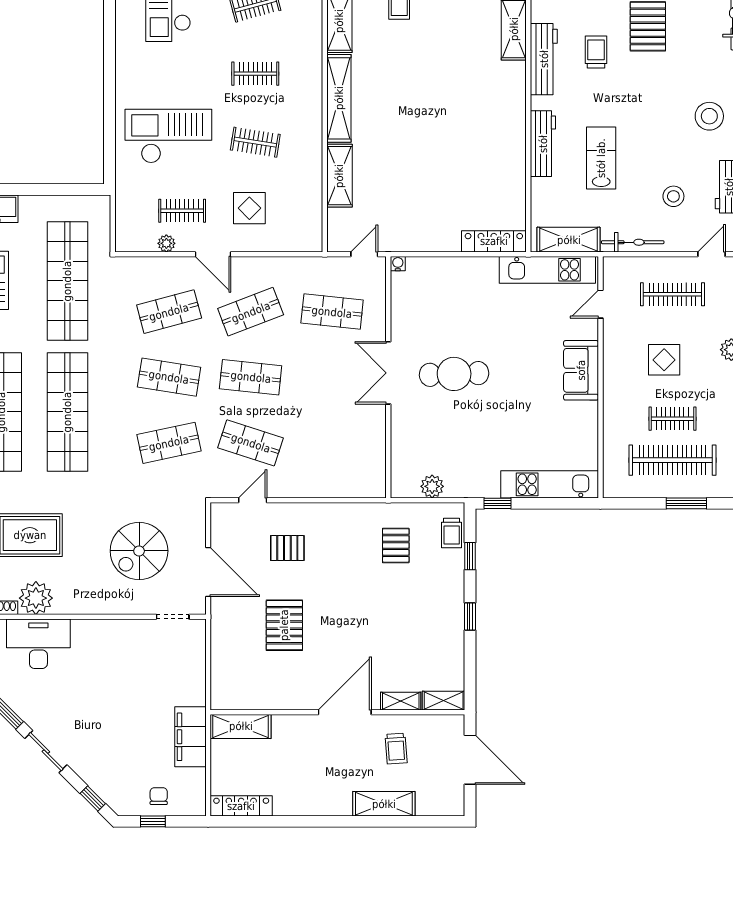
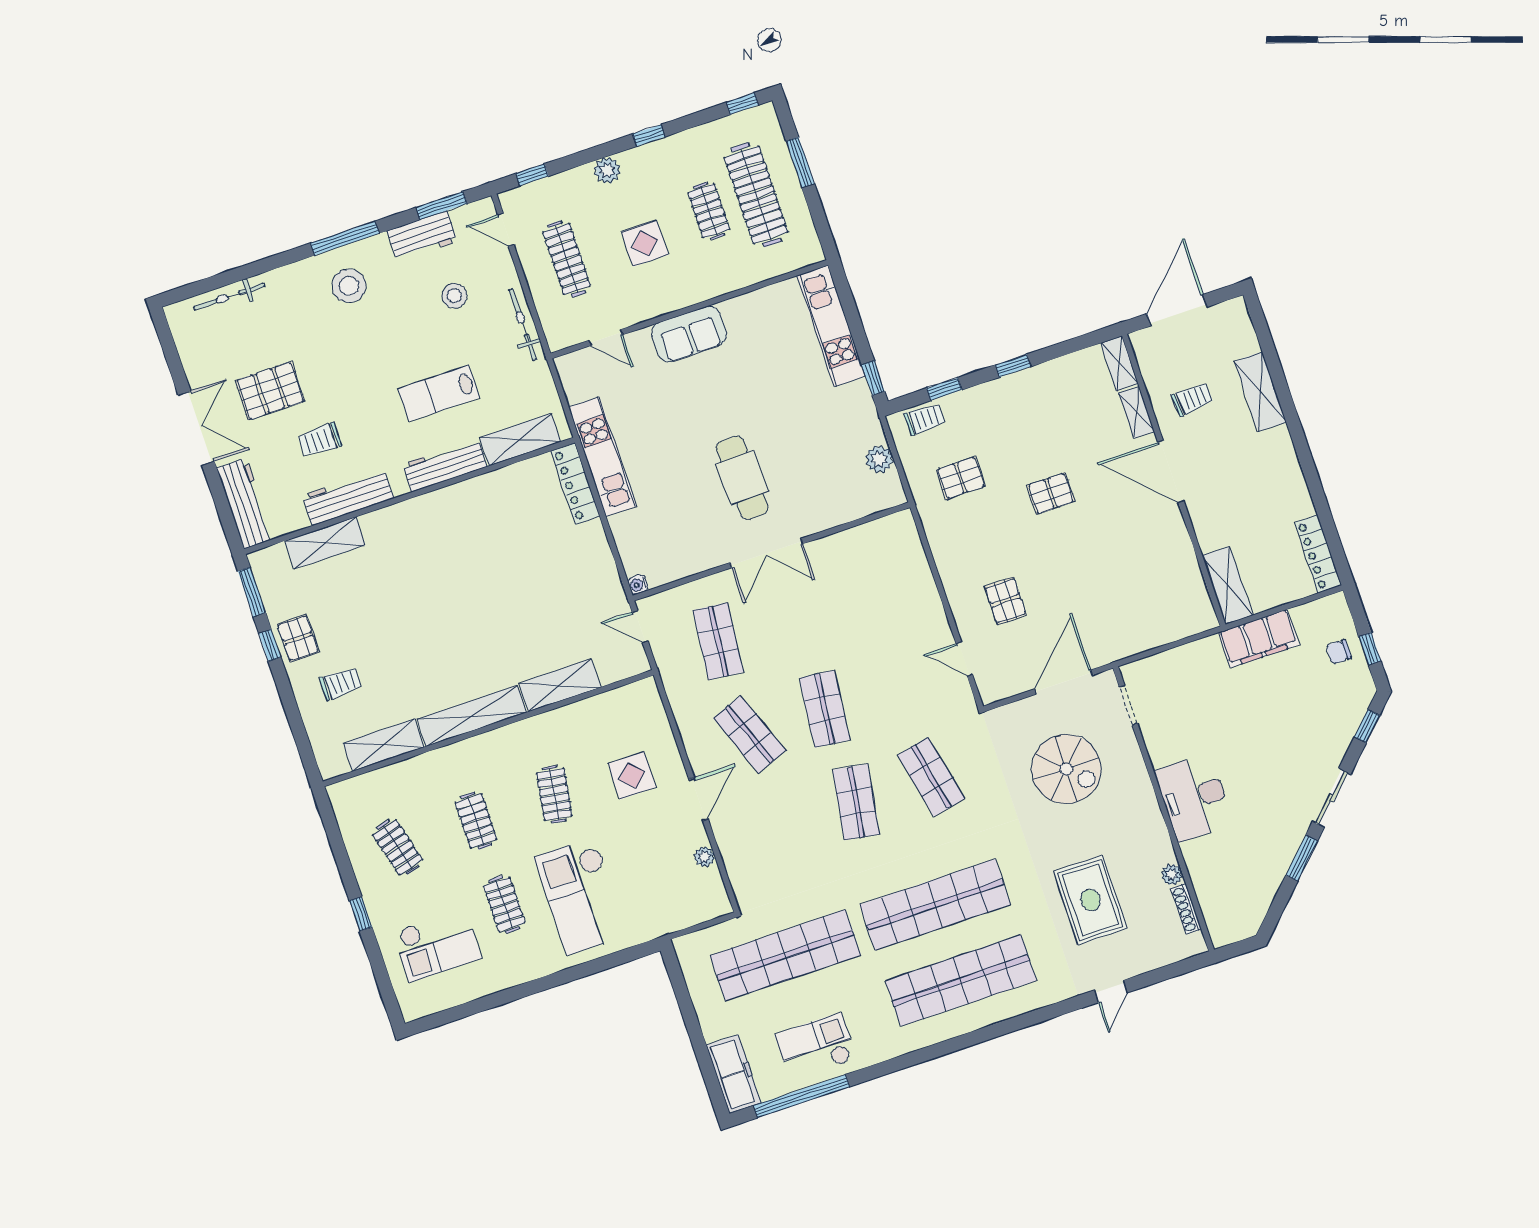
clothes rail: (182, 211) -> (504, 904), moved
shelving: (569, 240) -> (520, 440), moved, turned 90
kitchen unit: (547, 270) -> (602, 457), moved
shop shelf: (169, 312) -> (781, 827), removed
shop shelf: (251, 443) -> (900, 684), removed
plant: (36, 598) -> (1172, 875), width x0.53, depth x0.53
pallet: (284, 625) -> (1051, 494), moved, width x0.67, depth x0.71
desk: (38, 644) -> (1194, 797), moved

